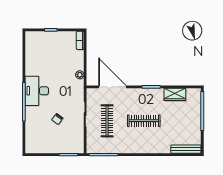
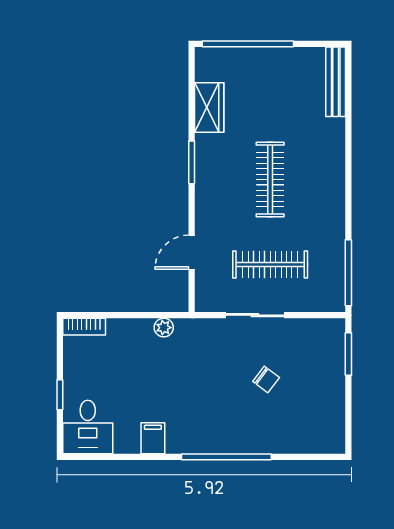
filing cabinet: (32, 70) -> (153, 438), added
door: (112, 87) -> (192, 252), width x0.53
desk: (37, 91) -> (88, 427), moved, width x0.73

